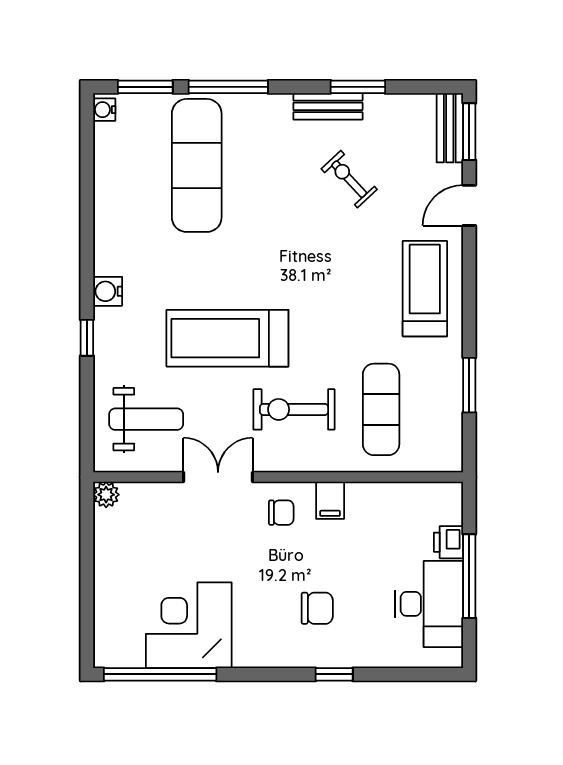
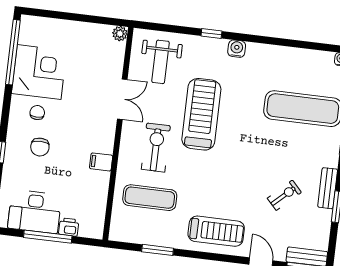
chair: (281, 513) -> (37, 113), moved, turned 180

